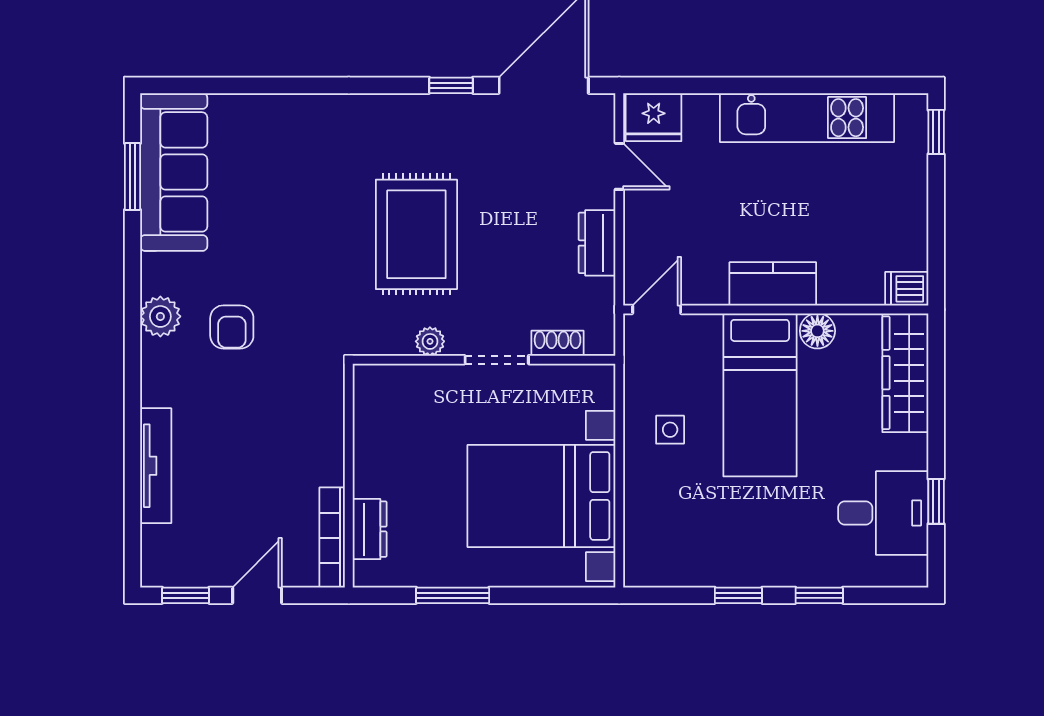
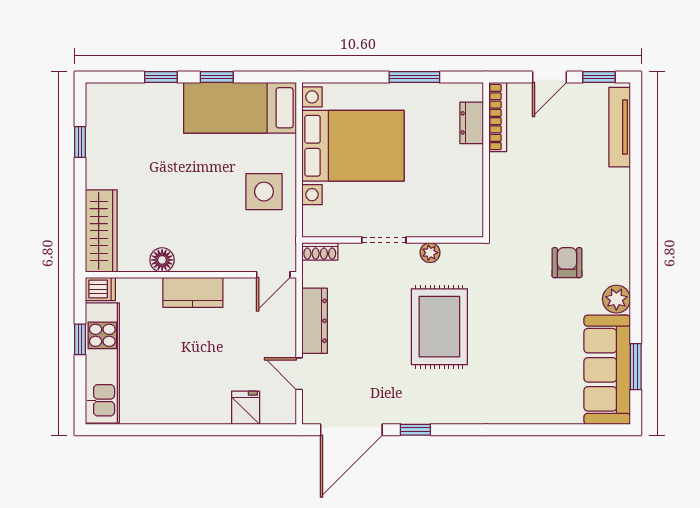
fridge: (654, 117) -> (246, 408), moved, width x0.72
kitchen unit: (807, 118) -> (102, 363), moved, turned 90
window: (936, 132) -> (80, 339), moved
dresser: (597, 243) -> (315, 321), width x1.44
plant: (160, 316) -> (616, 299), moved
shoe rack: (558, 343) -> (320, 251), moved
bed: (760, 395) -> (240, 108), moved, turned -90
side table: (670, 430) -> (264, 192), width x1.87, depth x1.87
tv unit: (156, 466) -> (620, 127), moved
desk: (883, 513) -> (117, 134), removed

